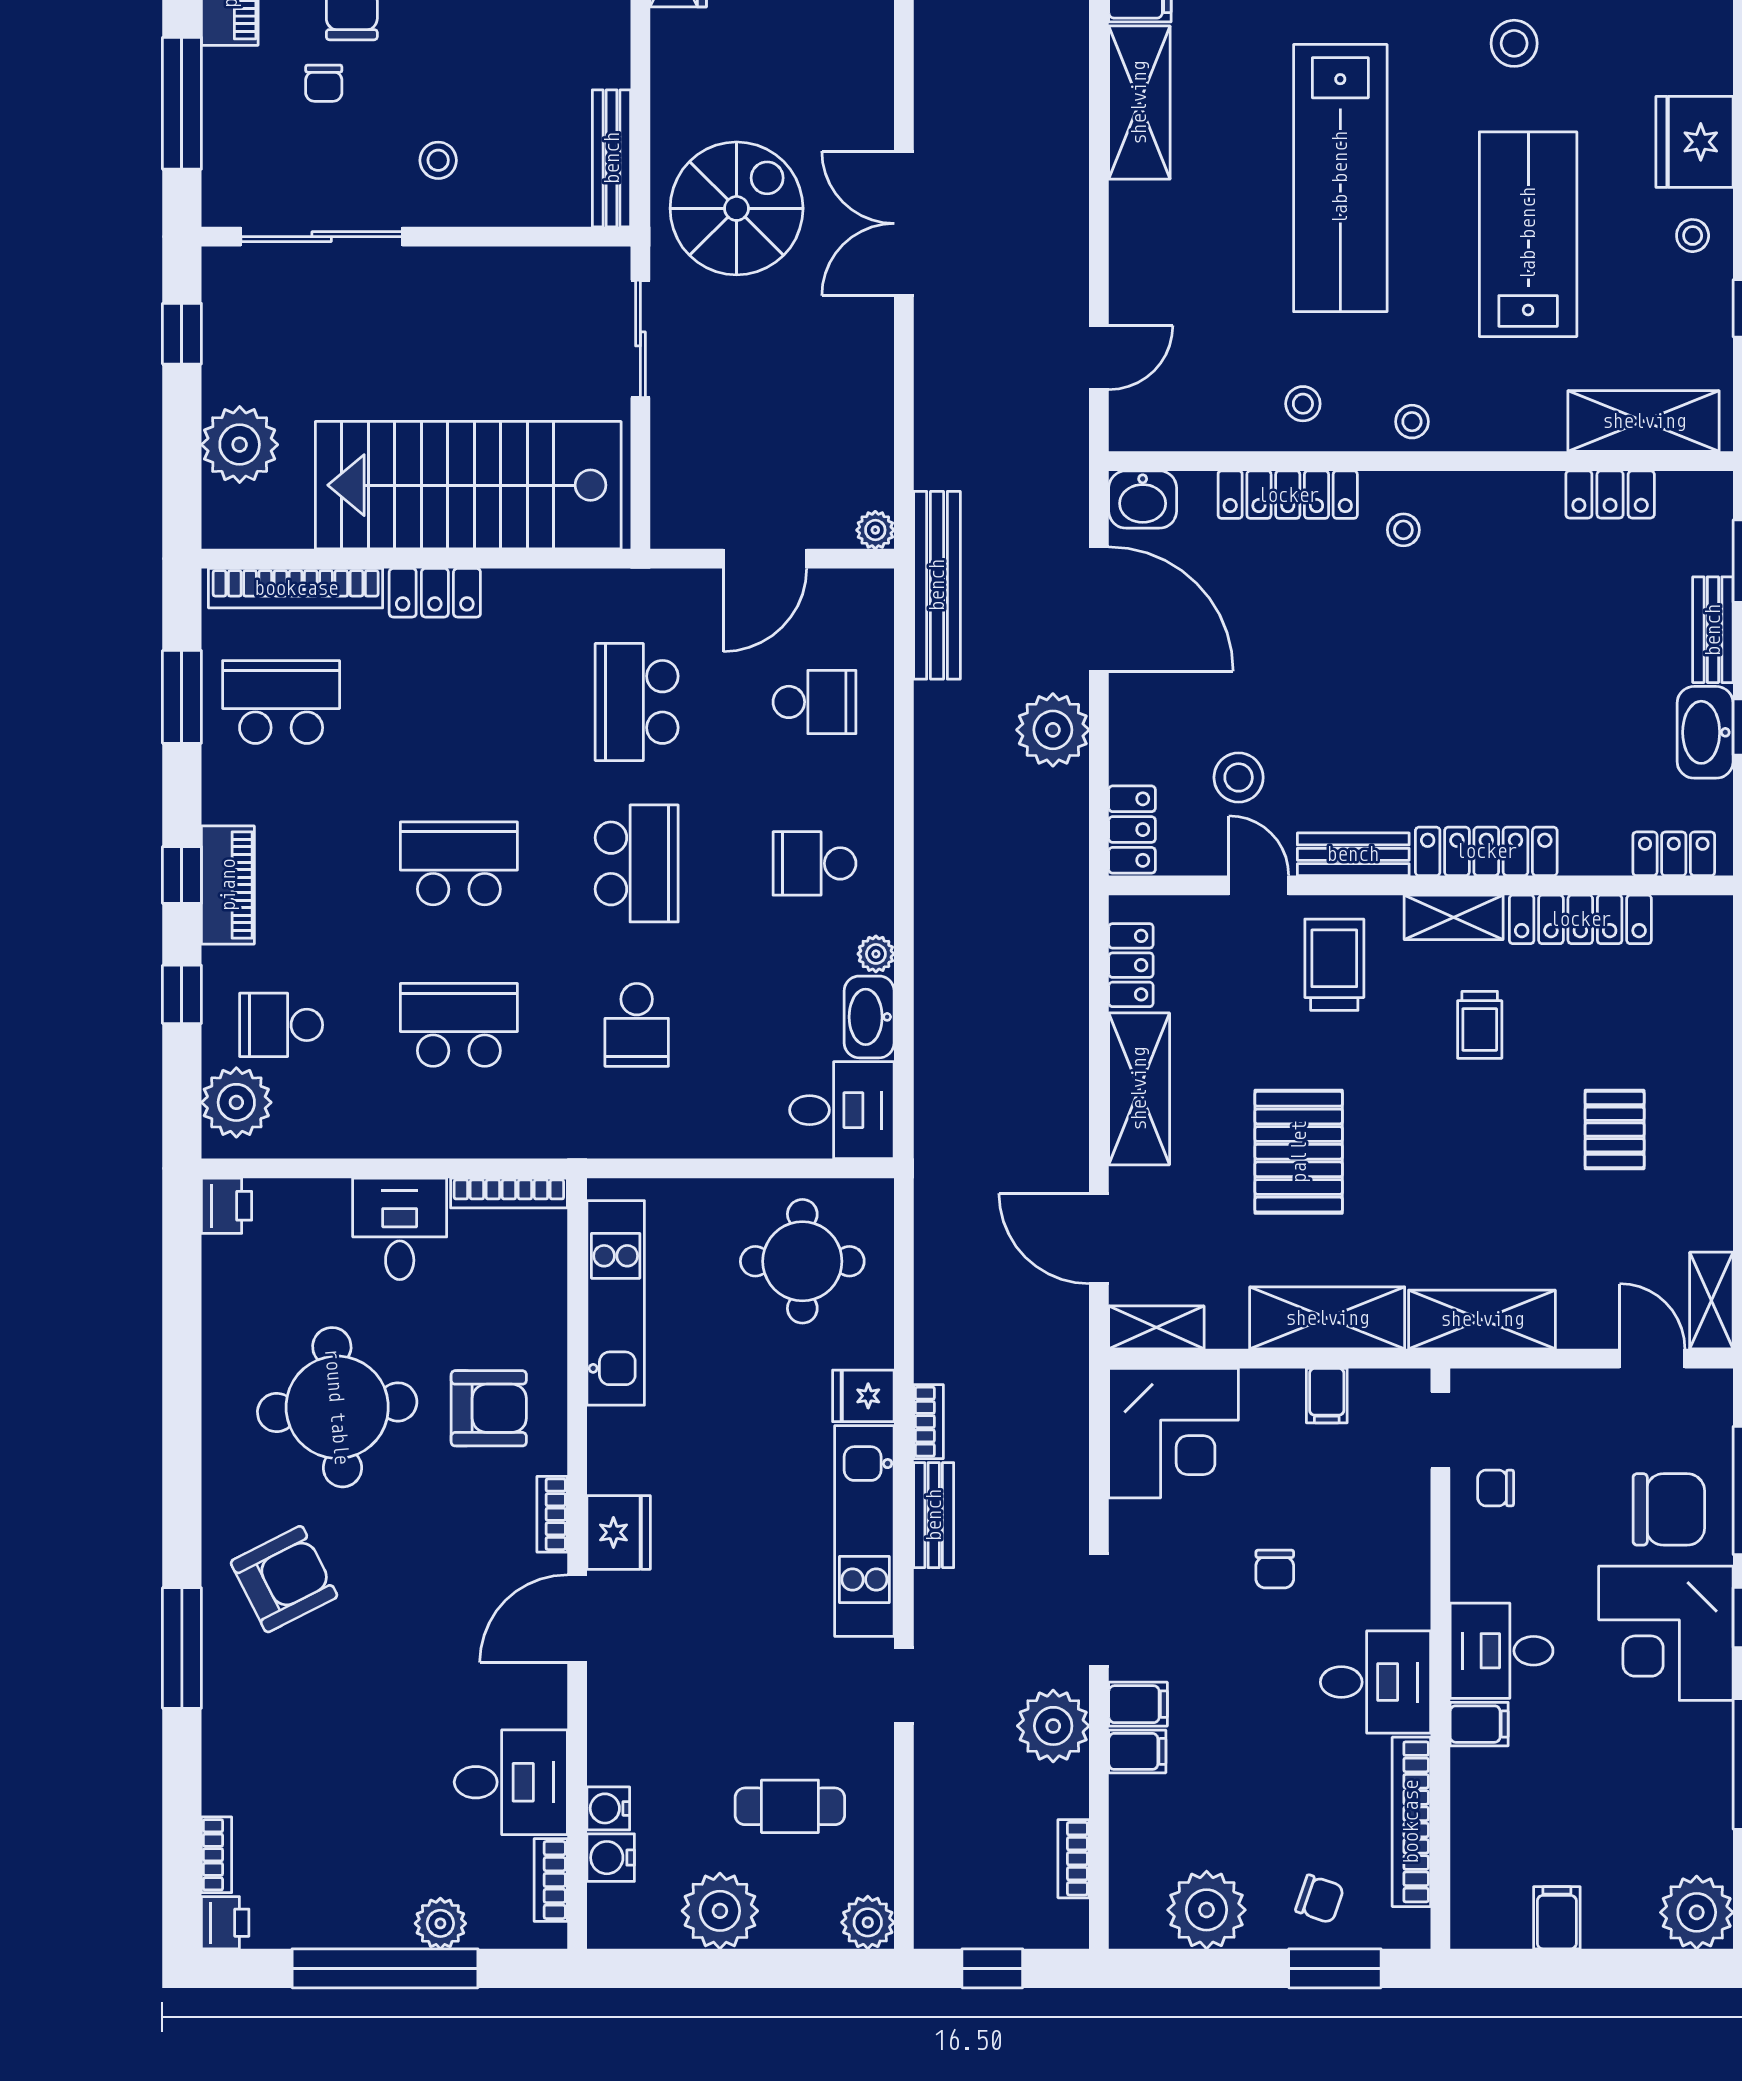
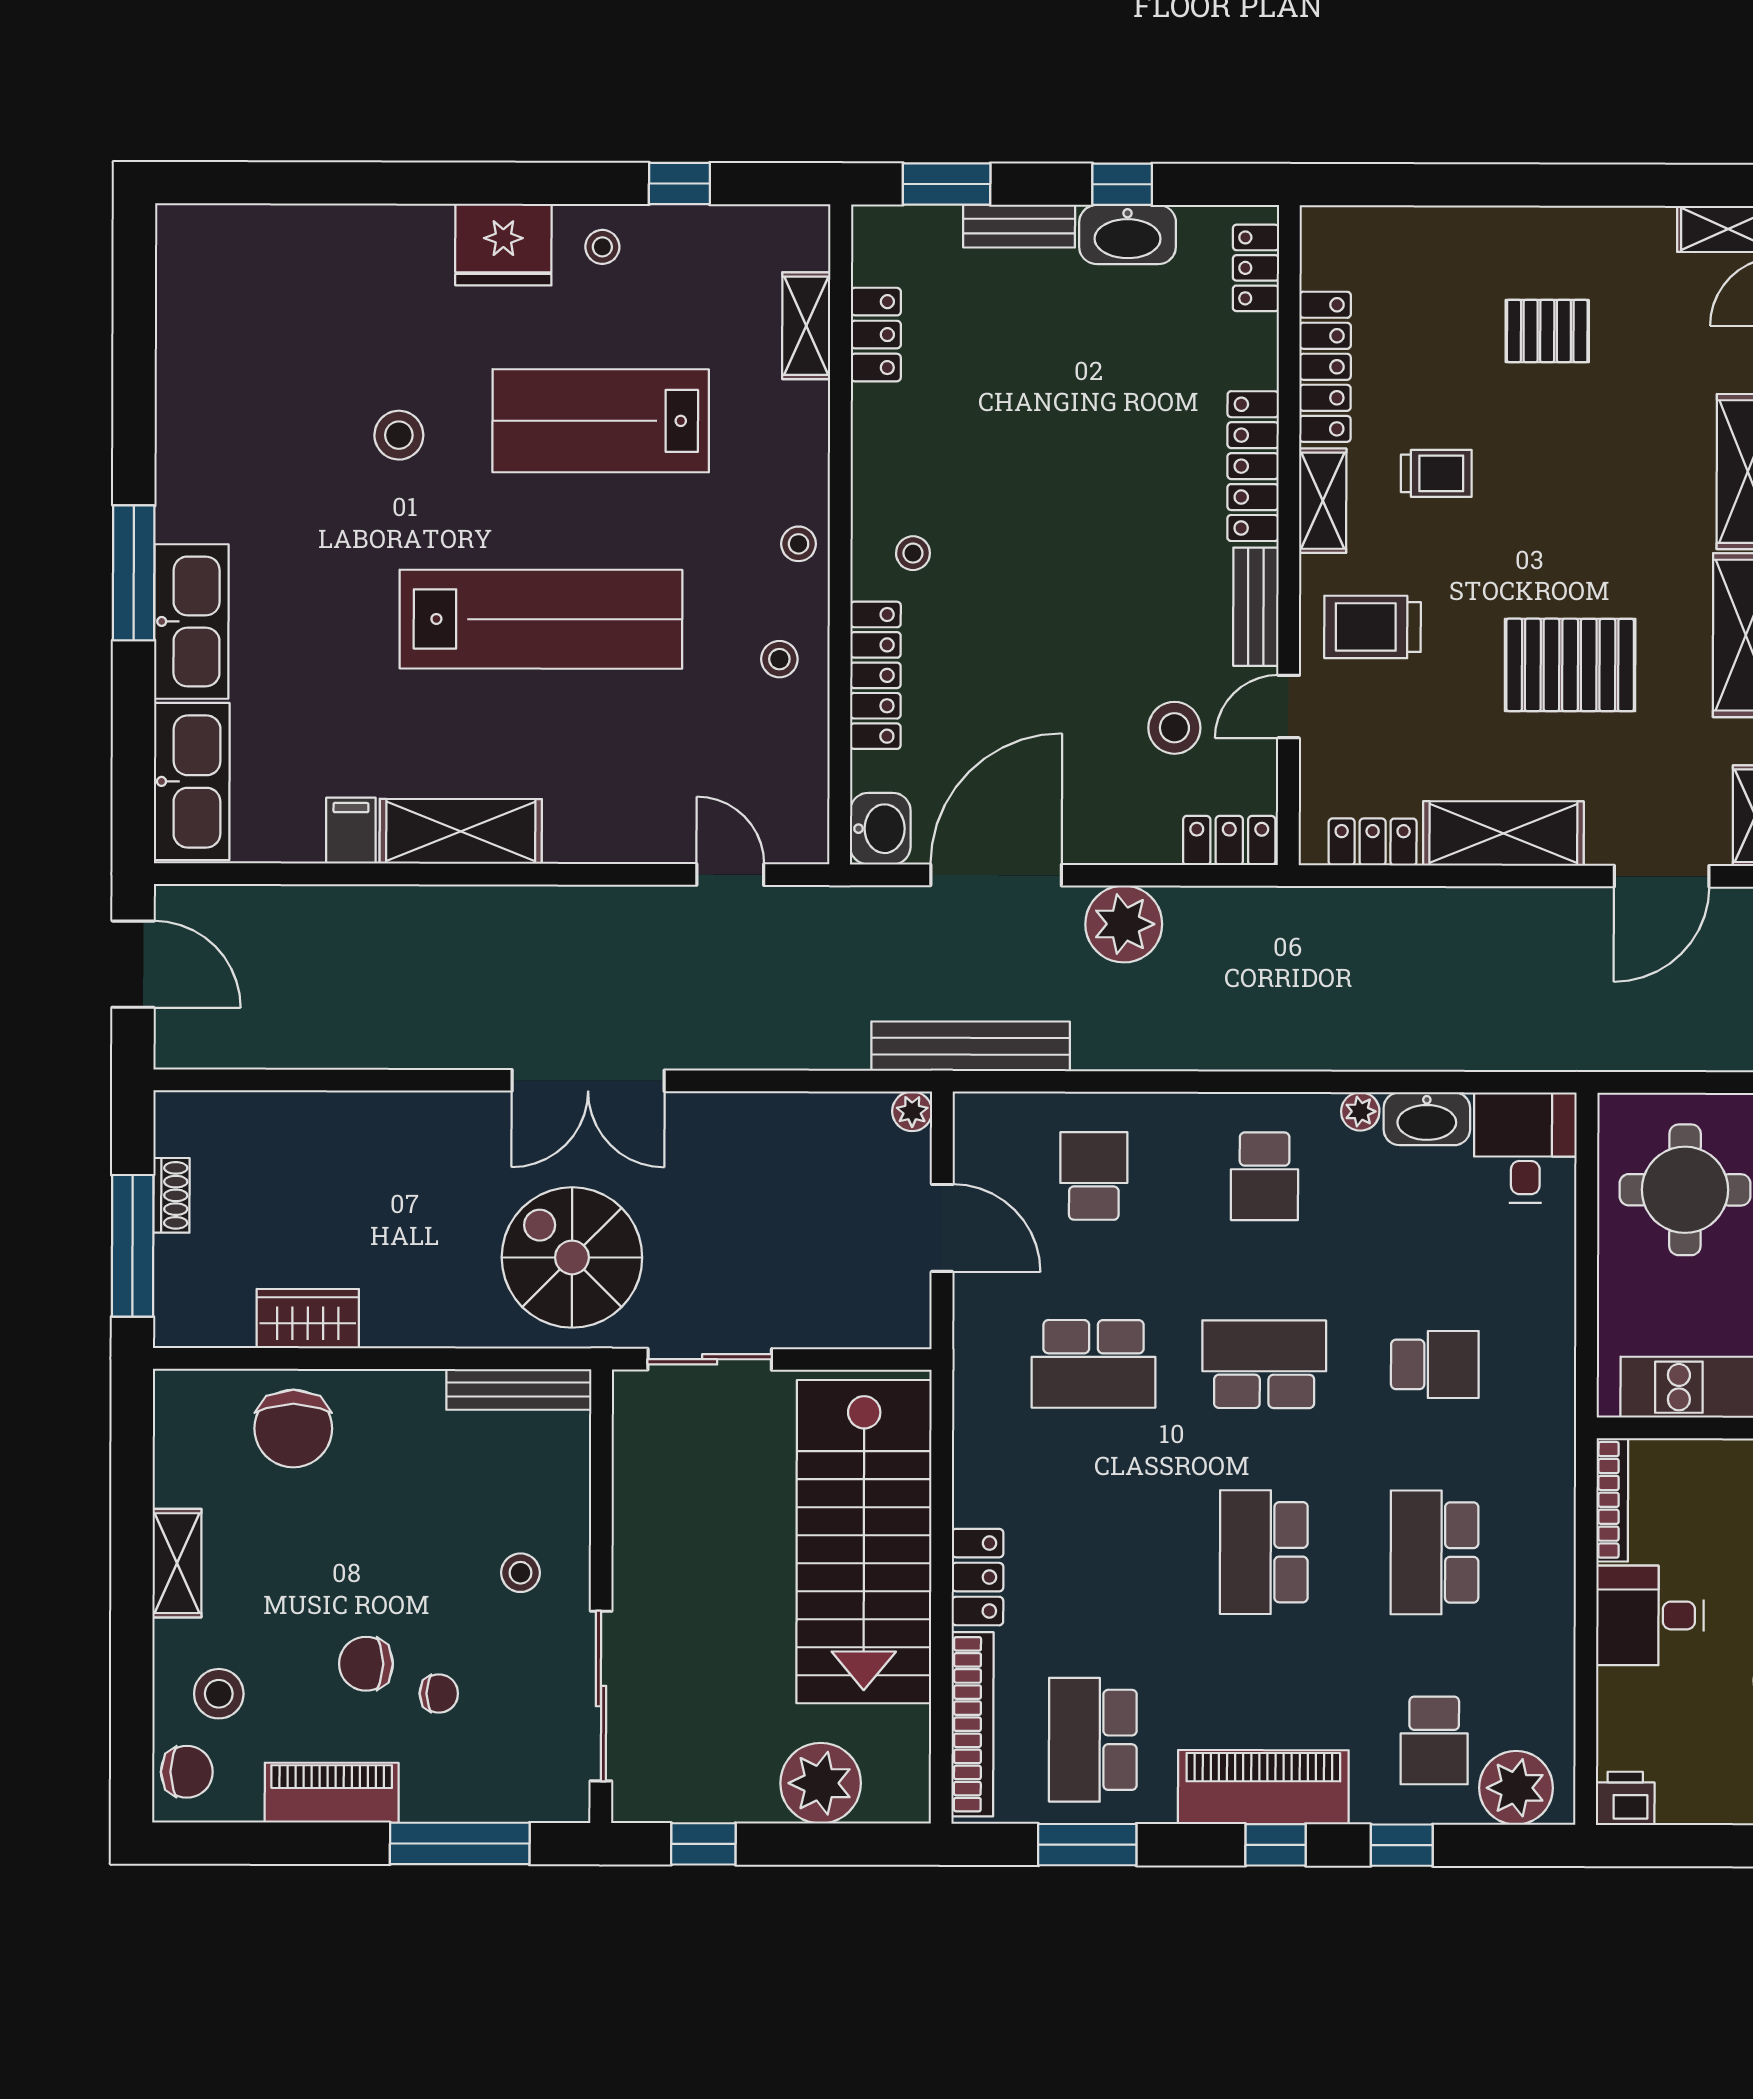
shelving: (1644, 421) -> (806, 326), width x0.67, depth x0.75
piano: (228, 885) -> (1263, 1787), width x1.37, depth x1.33

